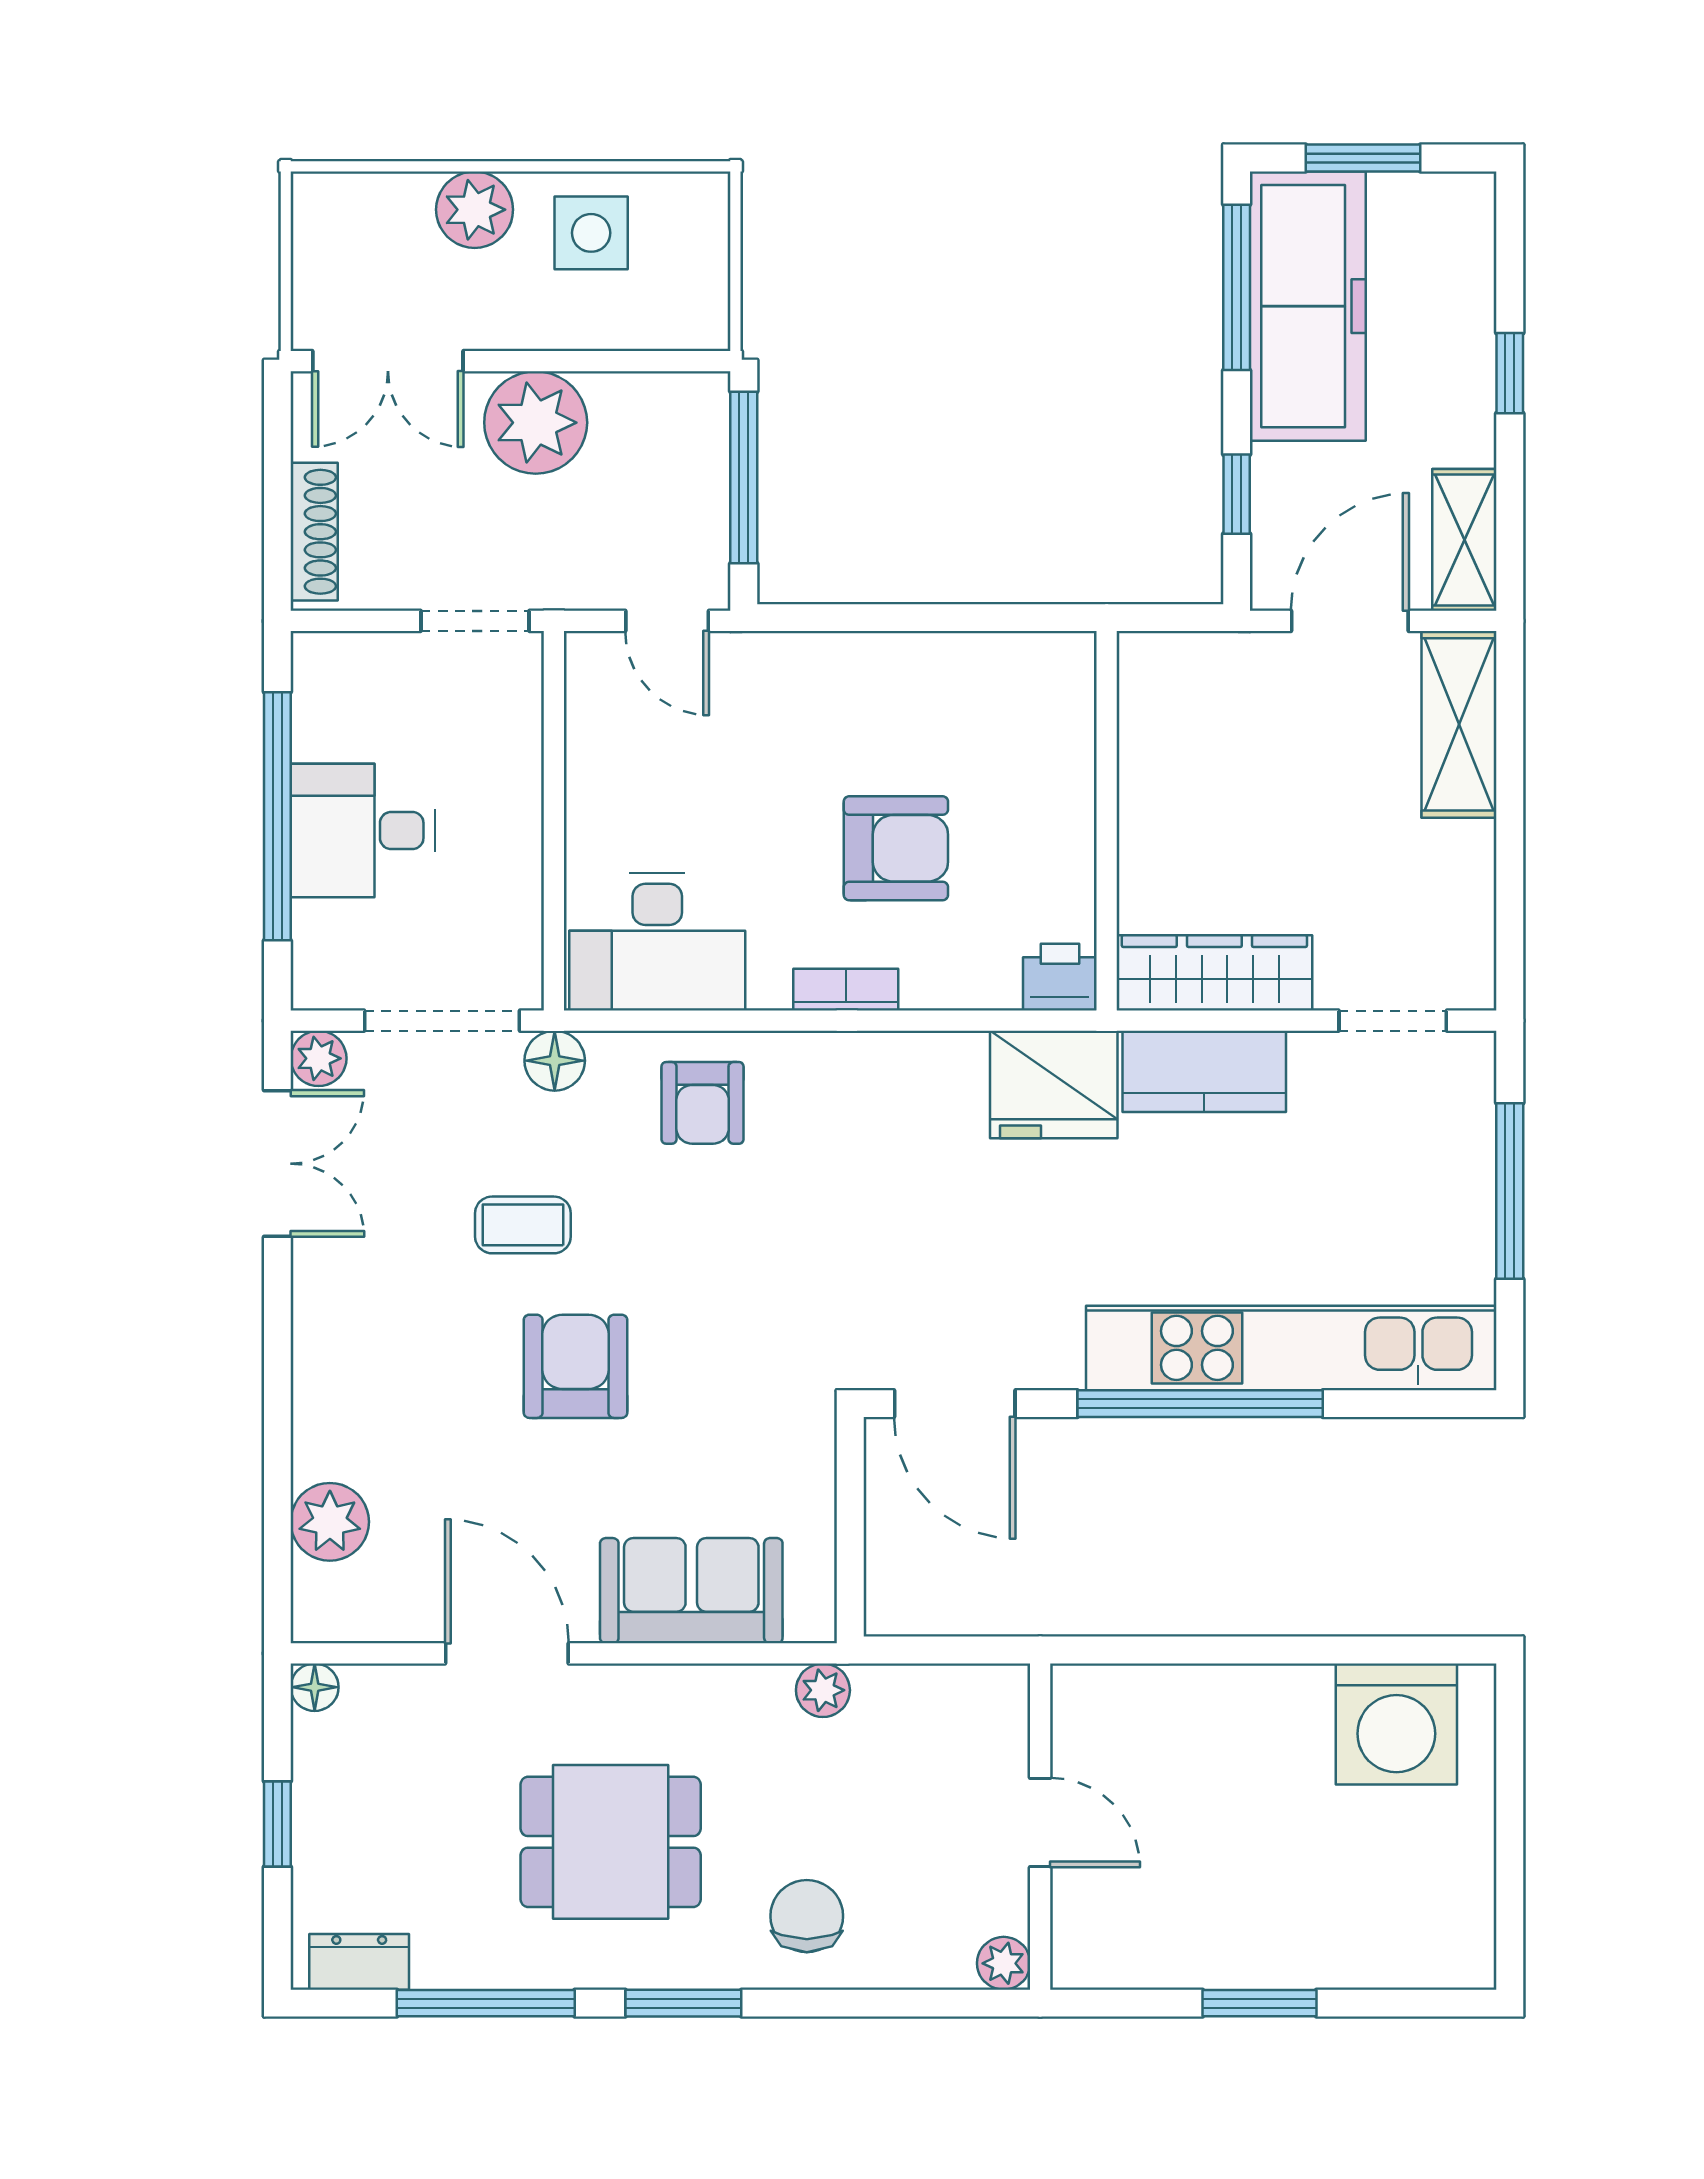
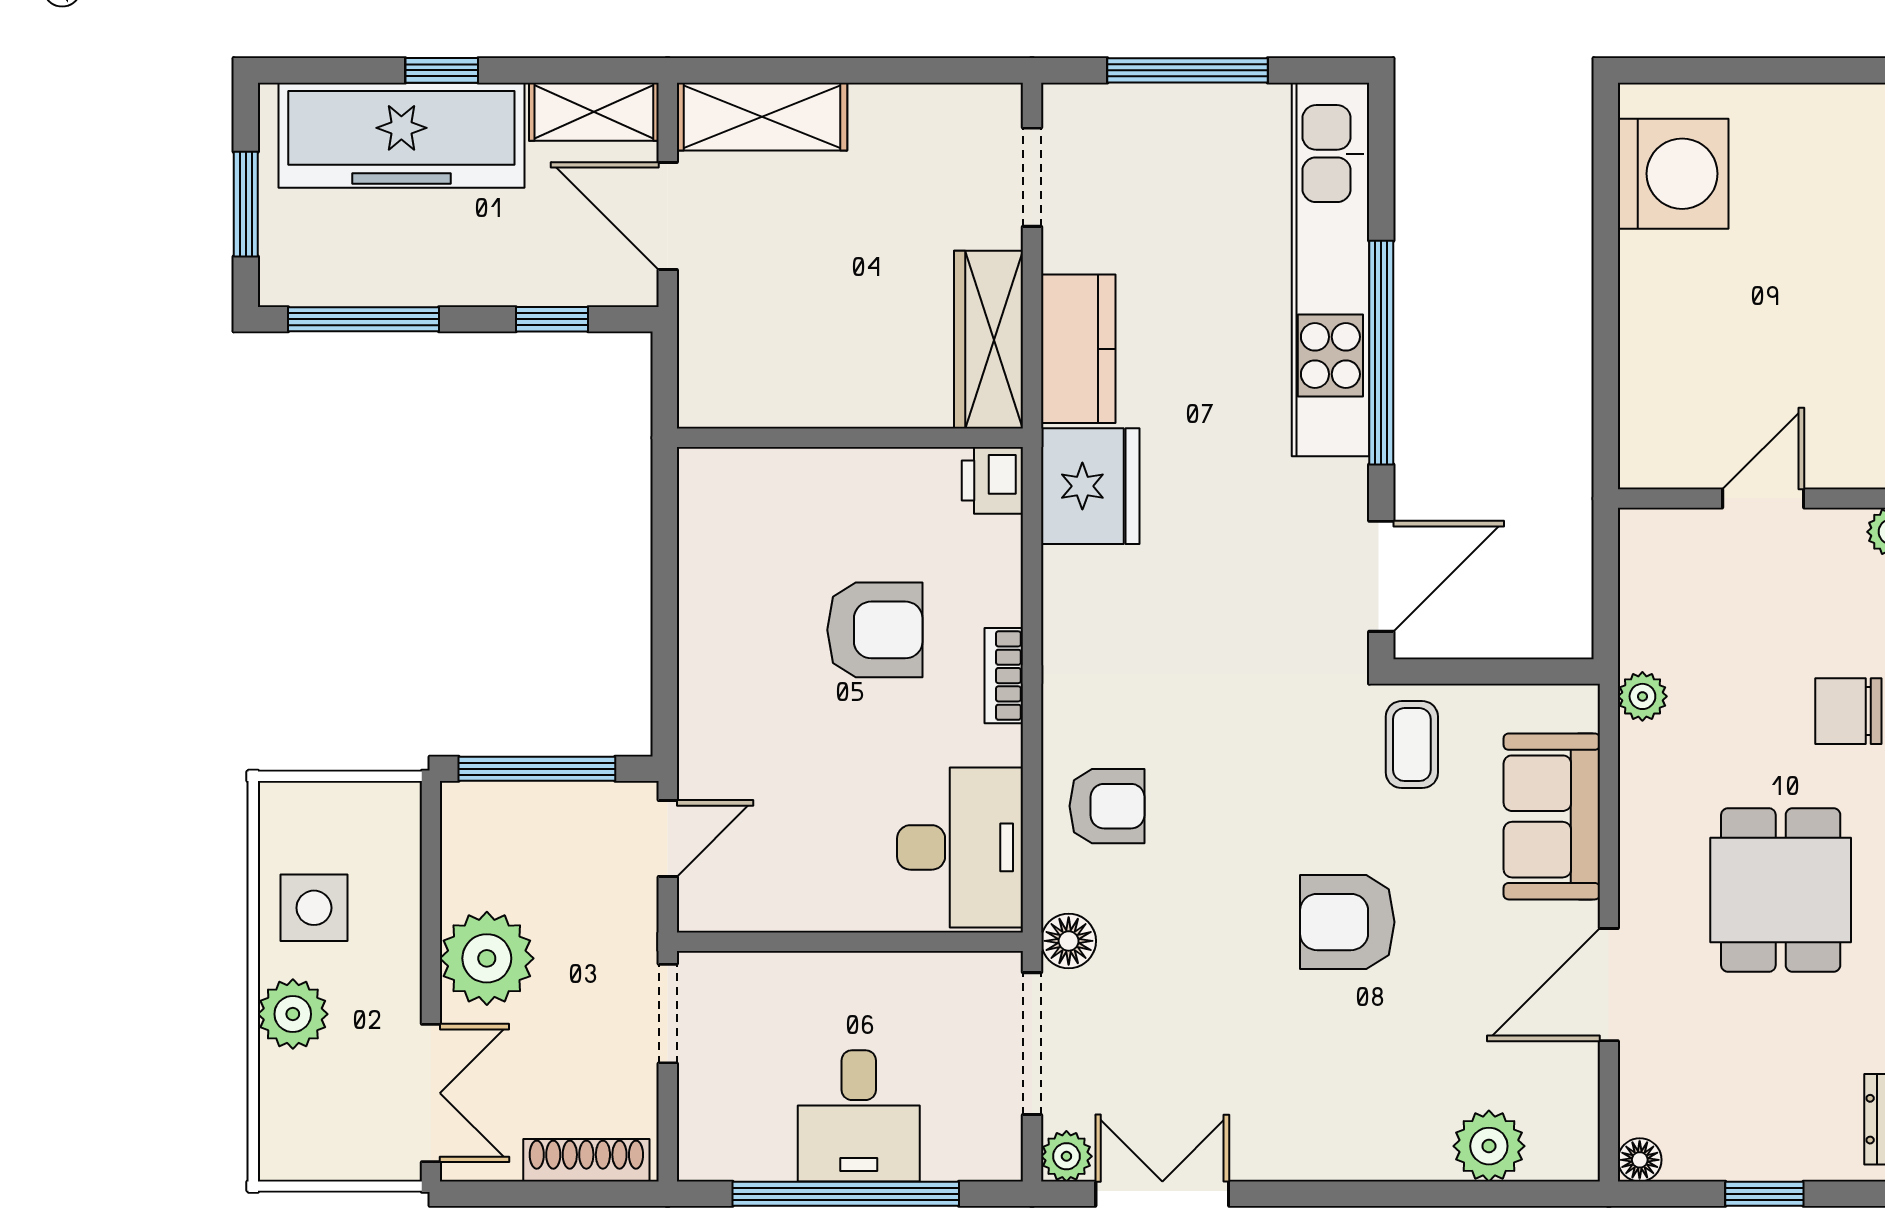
freezer: (1308, 306) -> (401, 135), moved, turned 180
armchair: (896, 848) -> (875, 630), turned 90
coffee table: (523, 1225) -> (1412, 745), moved

